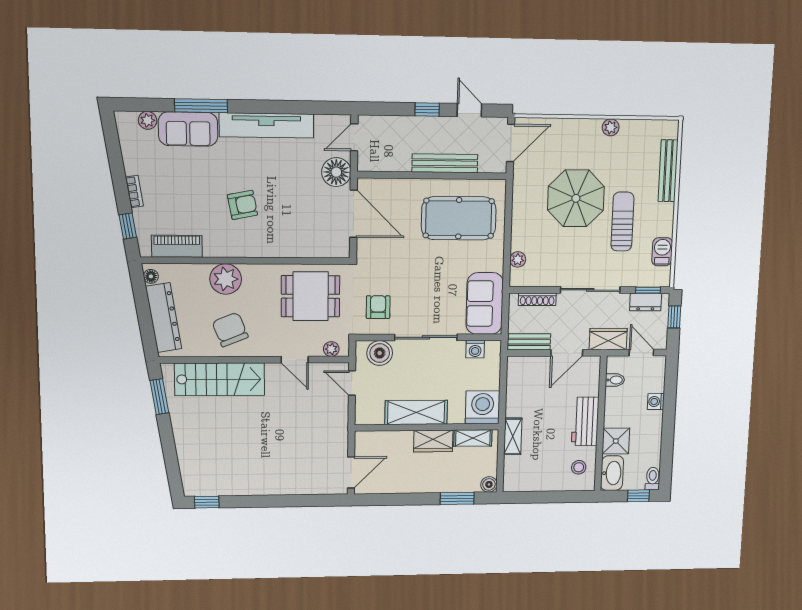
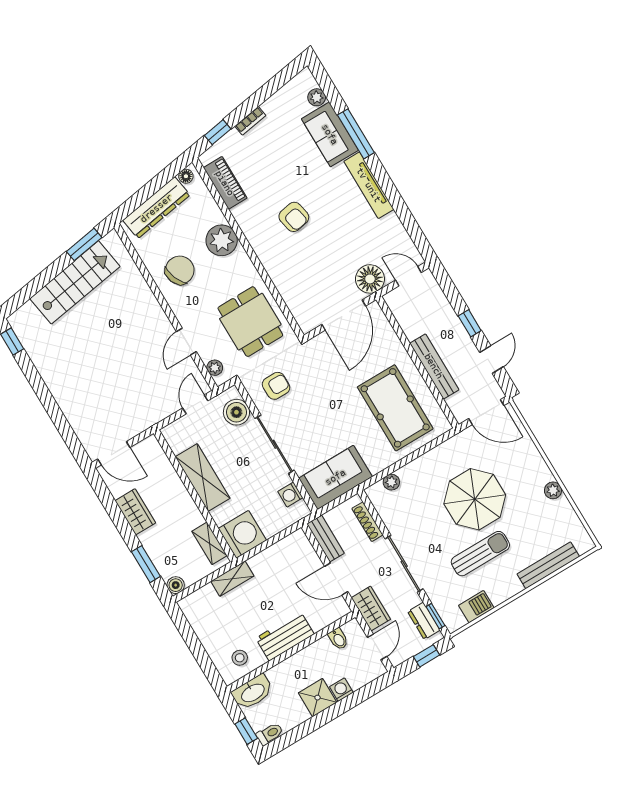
tv unit: (266, 125) -> (369, 185), width x0.73, depth x0.78
stairs: (220, 379) -> (75, 282), moved, turned -99
wardrobe: (433, 441) -> (135, 512), moved, turned 180
shower: (616, 441) -> (318, 698), moved

